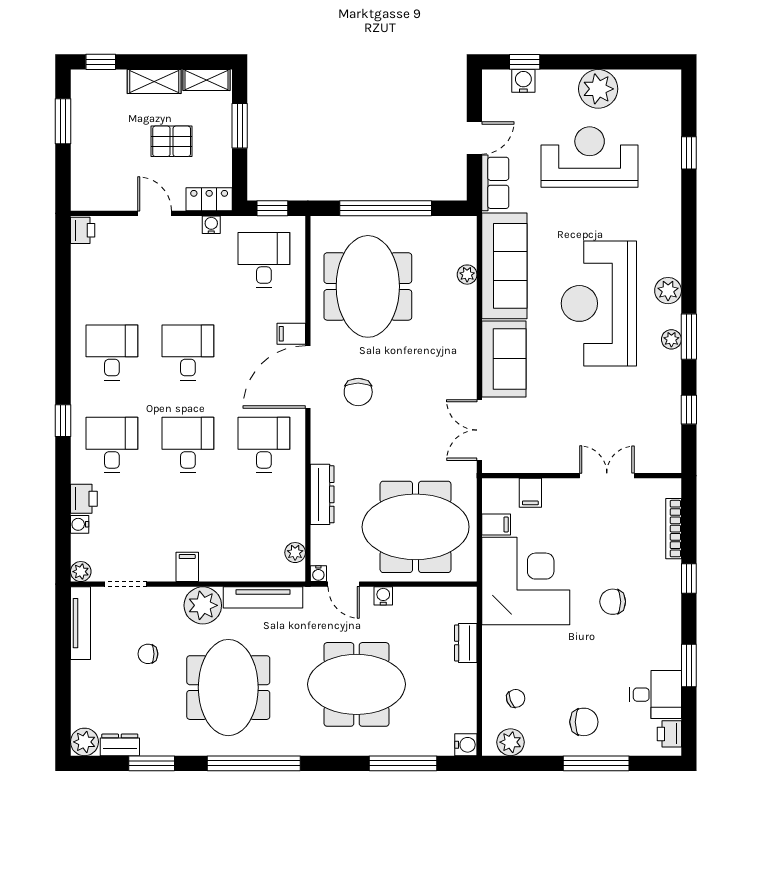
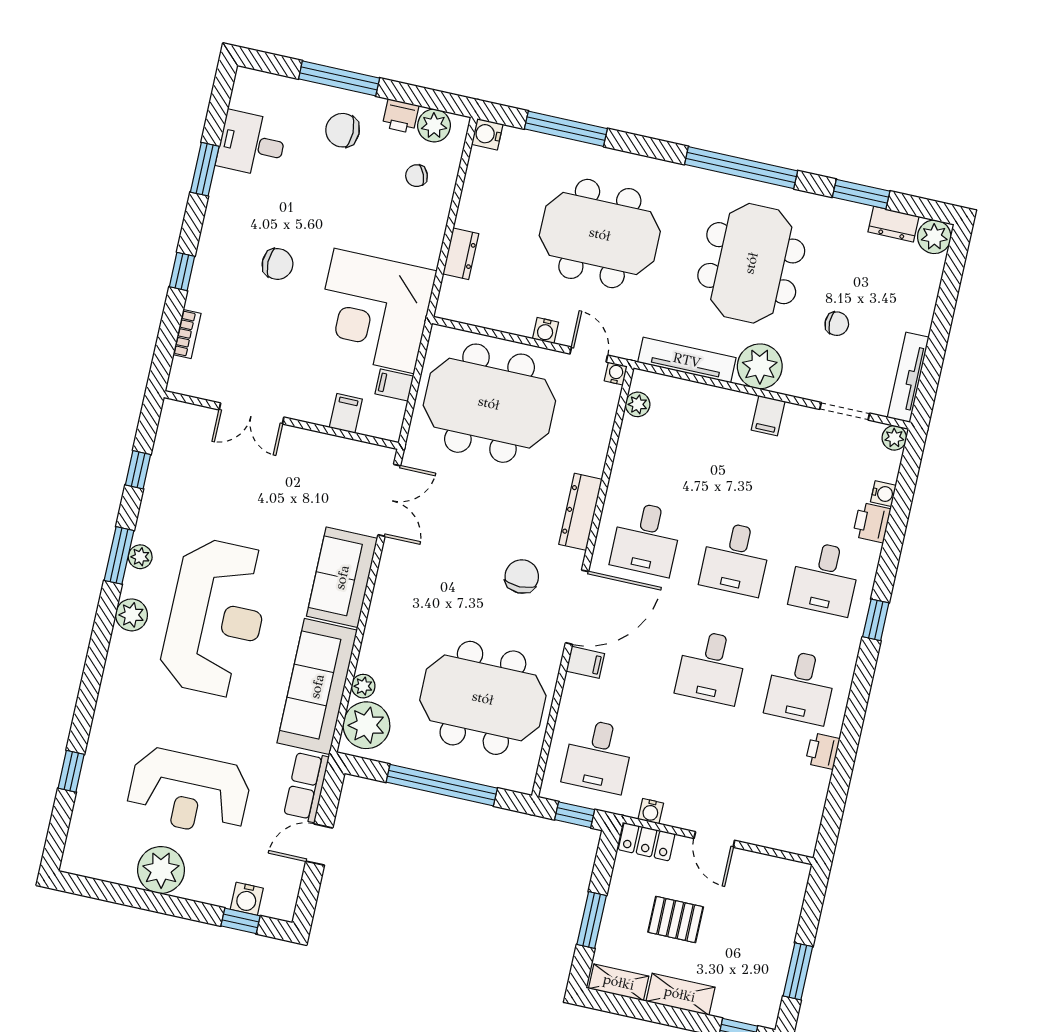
printer: (83, 230) -> (823, 751), moved
plant: (457, 243) -> (366, 725), added
meeting table: (368, 286) -> (483, 698), turned 90
dresser: (322, 494) -> (580, 512), moved
bookcase: (674, 529) -> (187, 334), width x0.64
printer: (669, 734) -> (401, 116), moved, turned 90

